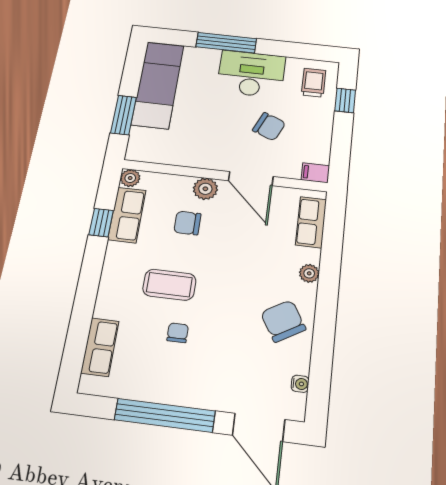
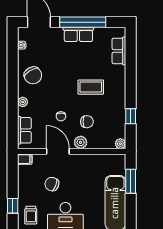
row of seats: (127, 215) -> (78, 34), moved, turned -90
chair: (178, 333) -> (61, 116), moved

